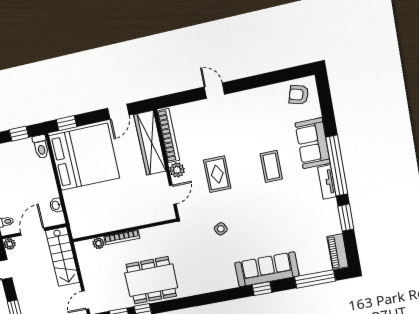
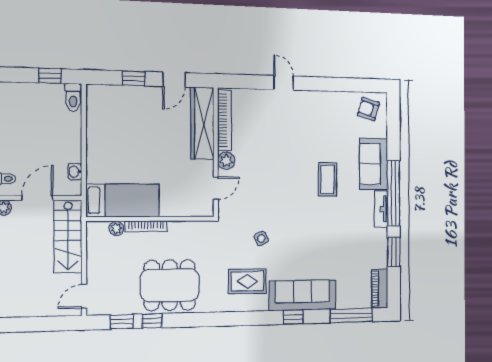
window: (67, 123) -> (134, 78), moved
bed: (84, 157) -> (123, 200), moved, width x0.49
rug: (217, 174) -> (247, 281), moved, turned 90

